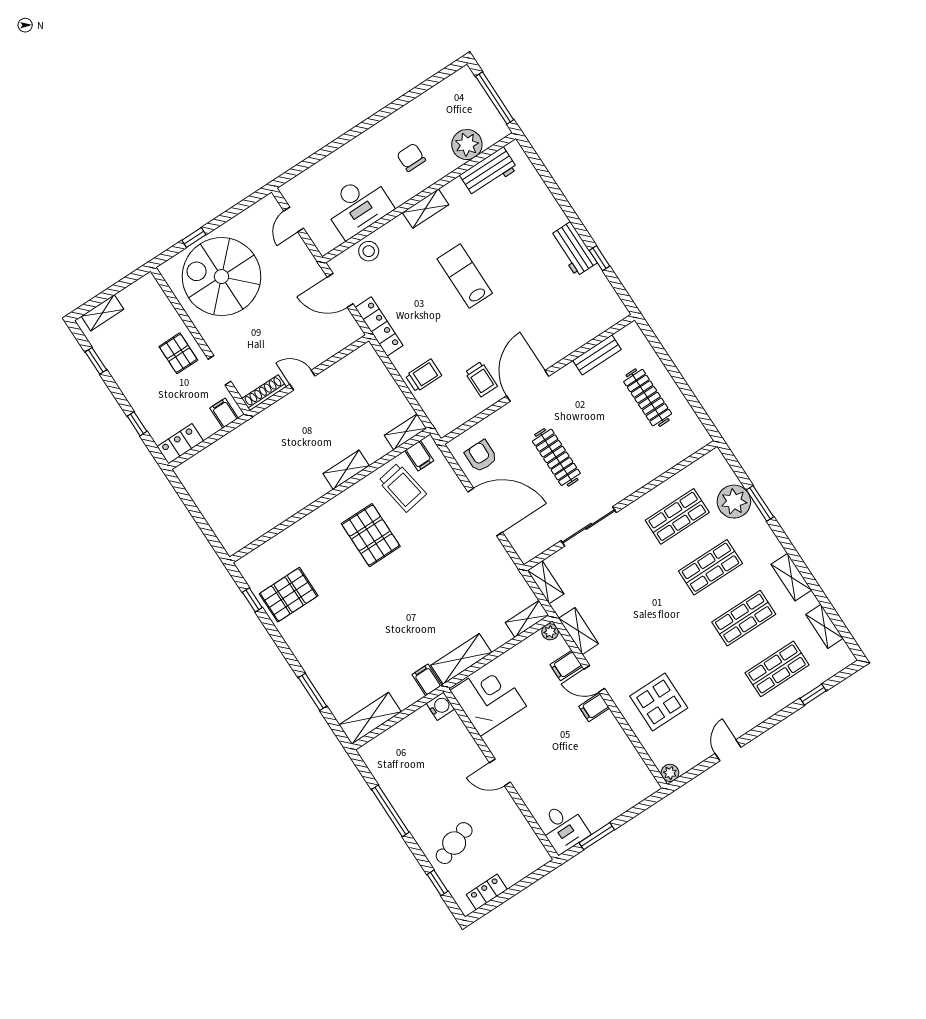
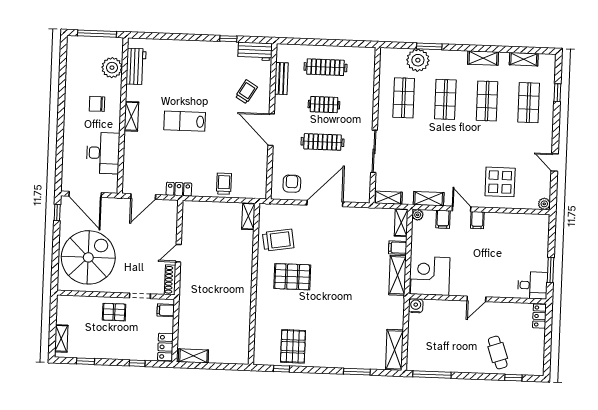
door: (294, 220) -> (85, 194), width x1.87
window: (194, 237) -> (57, 213), moved
workbench: (573, 249) -> (255, 51), moved
stool: (369, 251) -> (133, 165), removed
spiral stairs: (221, 277) -> (88, 257), turned 180
locker: (379, 327) -> (179, 189), width x0.66
trolley: (481, 379) -> (246, 92), moved, turned -59
clothes rail: (602, 427) -> (324, 105), added
filing cabinet: (419, 456) -> (267, 218), removed
armchair: (481, 456) -> (292, 184), turned 90
shelving: (346, 470) -> (193, 356), moved, turned 90
door: (594, 679) -> (462, 209), swing flipped
filing cabinet: (427, 680) -> (398, 248), moved
window: (390, 811) -> (432, 375), moved
locker: (487, 892) -> (539, 316), moved

